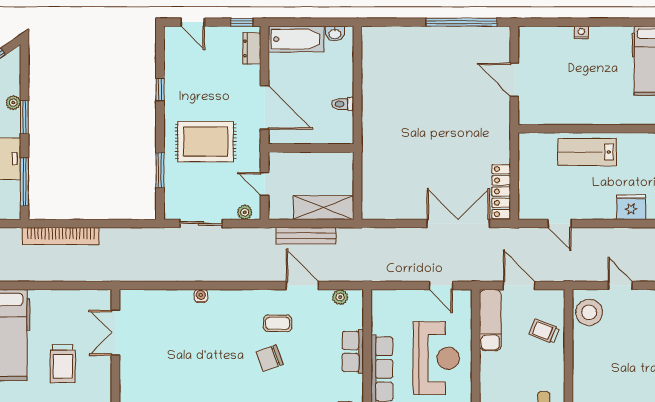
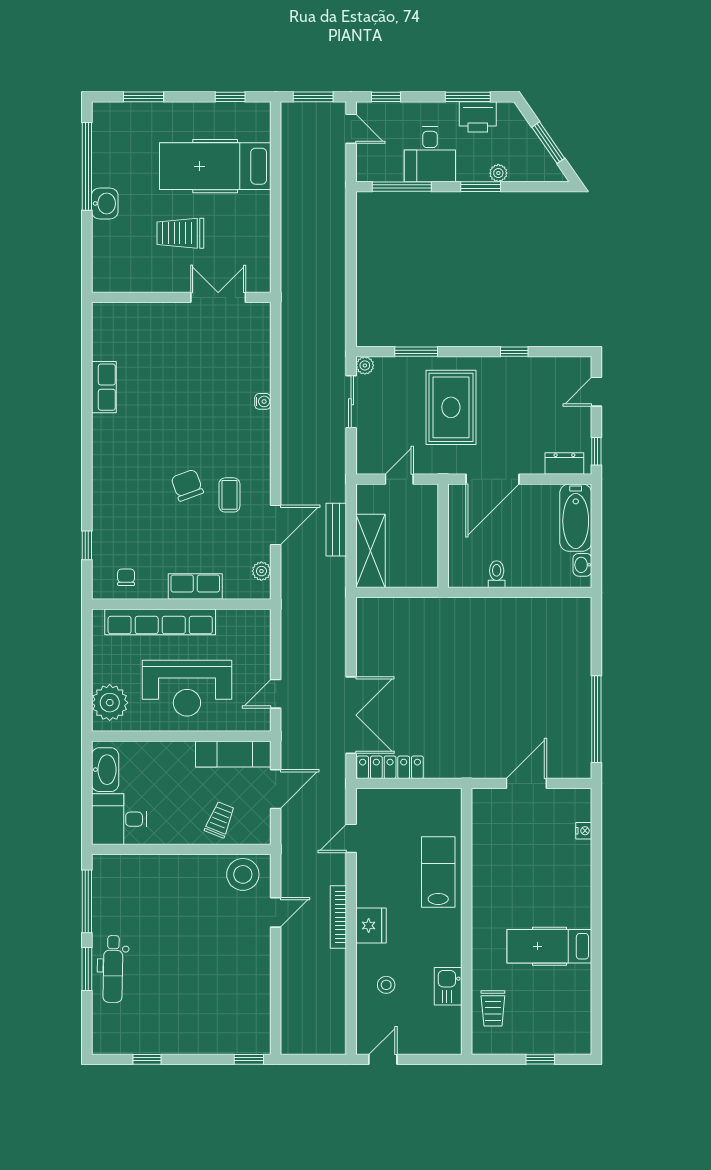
nightstand: (581, 33) -> (584, 831), moved
plant: (245, 212) -> (365, 365), moved
bookcase: (61, 236) -> (338, 917), moved, width x0.68, depth x0.76
bench: (306, 236) -> (336, 530), width x0.73

